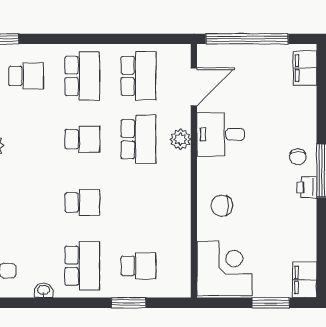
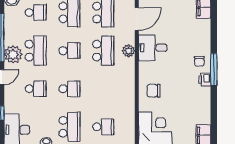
school desk: (26, 139) -> (36, 51), added
school desk: (26, 202) -> (36, 89), added

